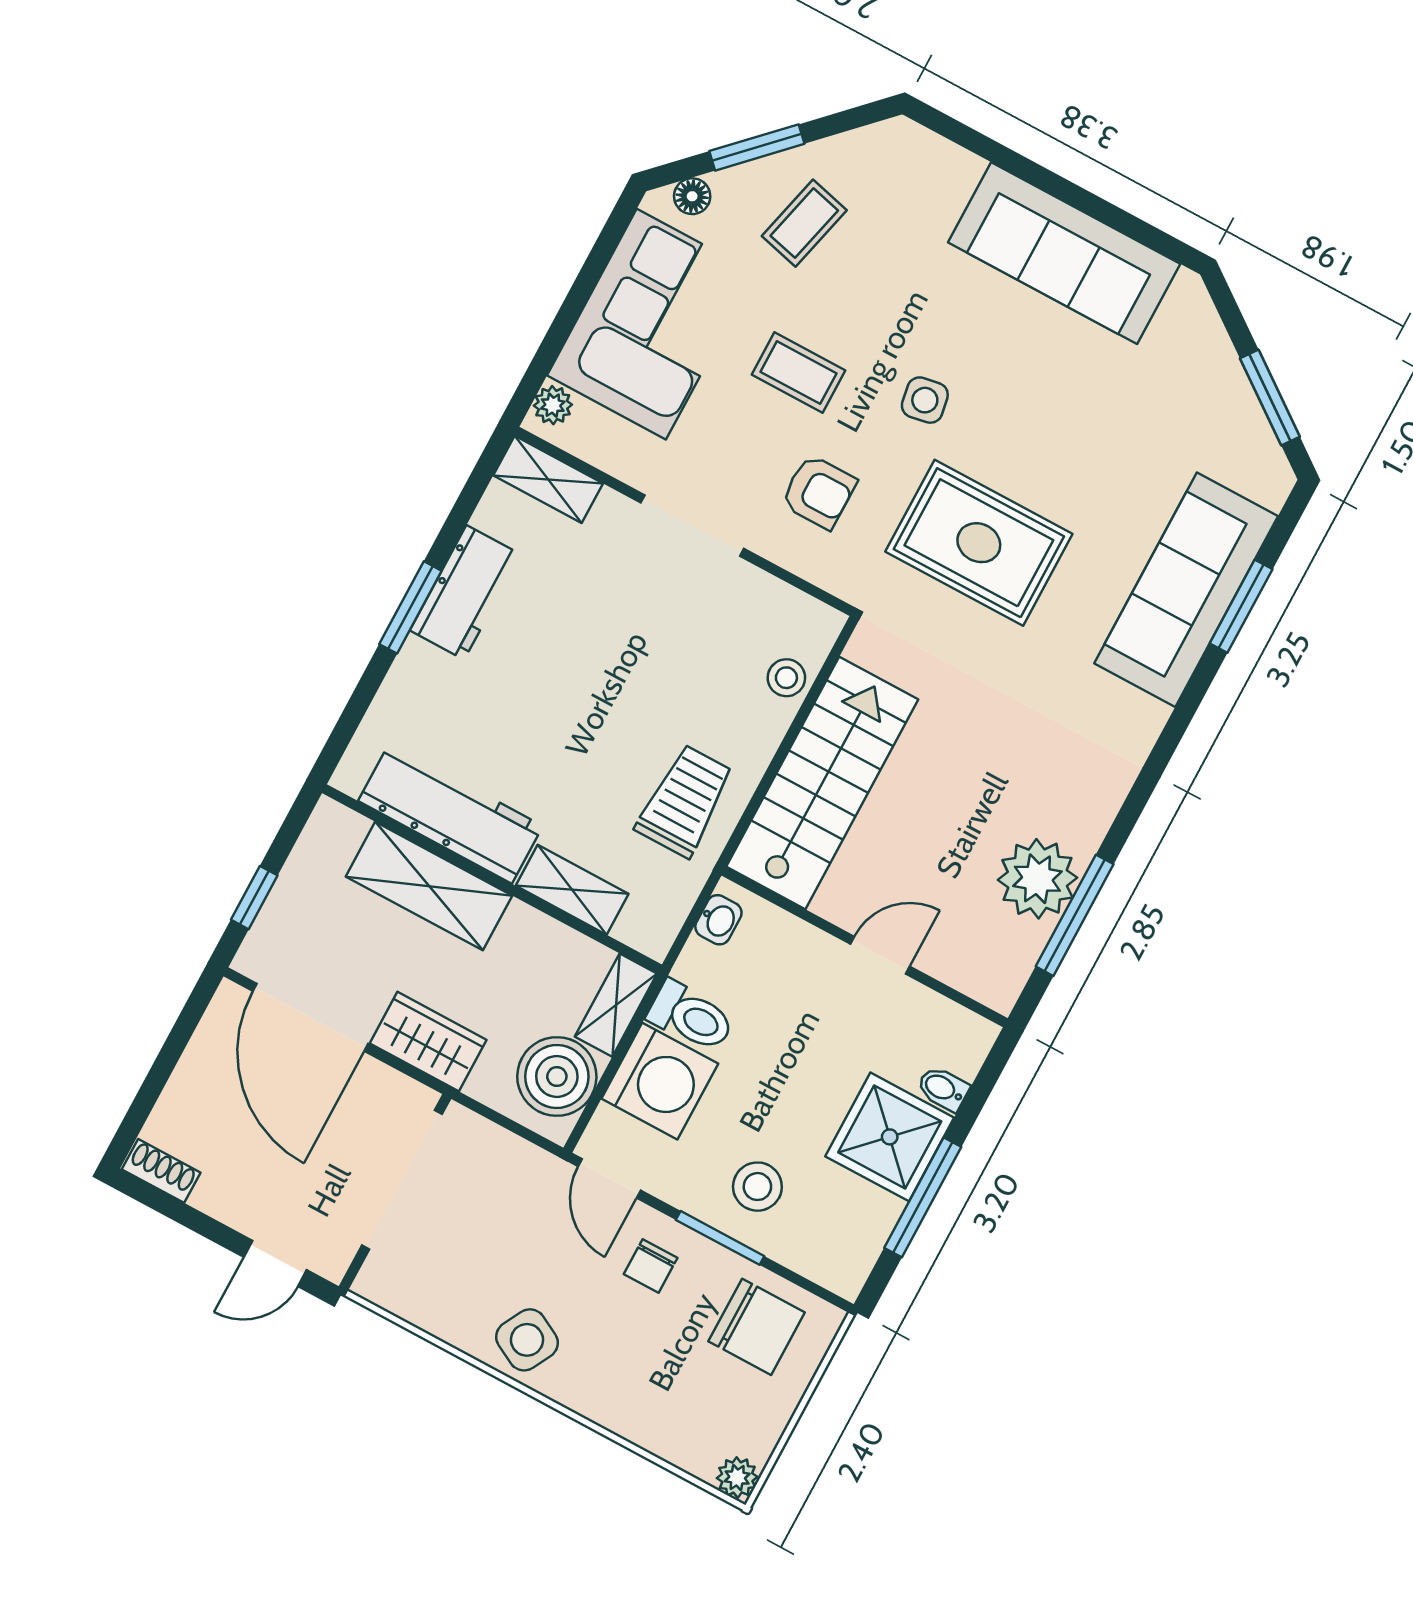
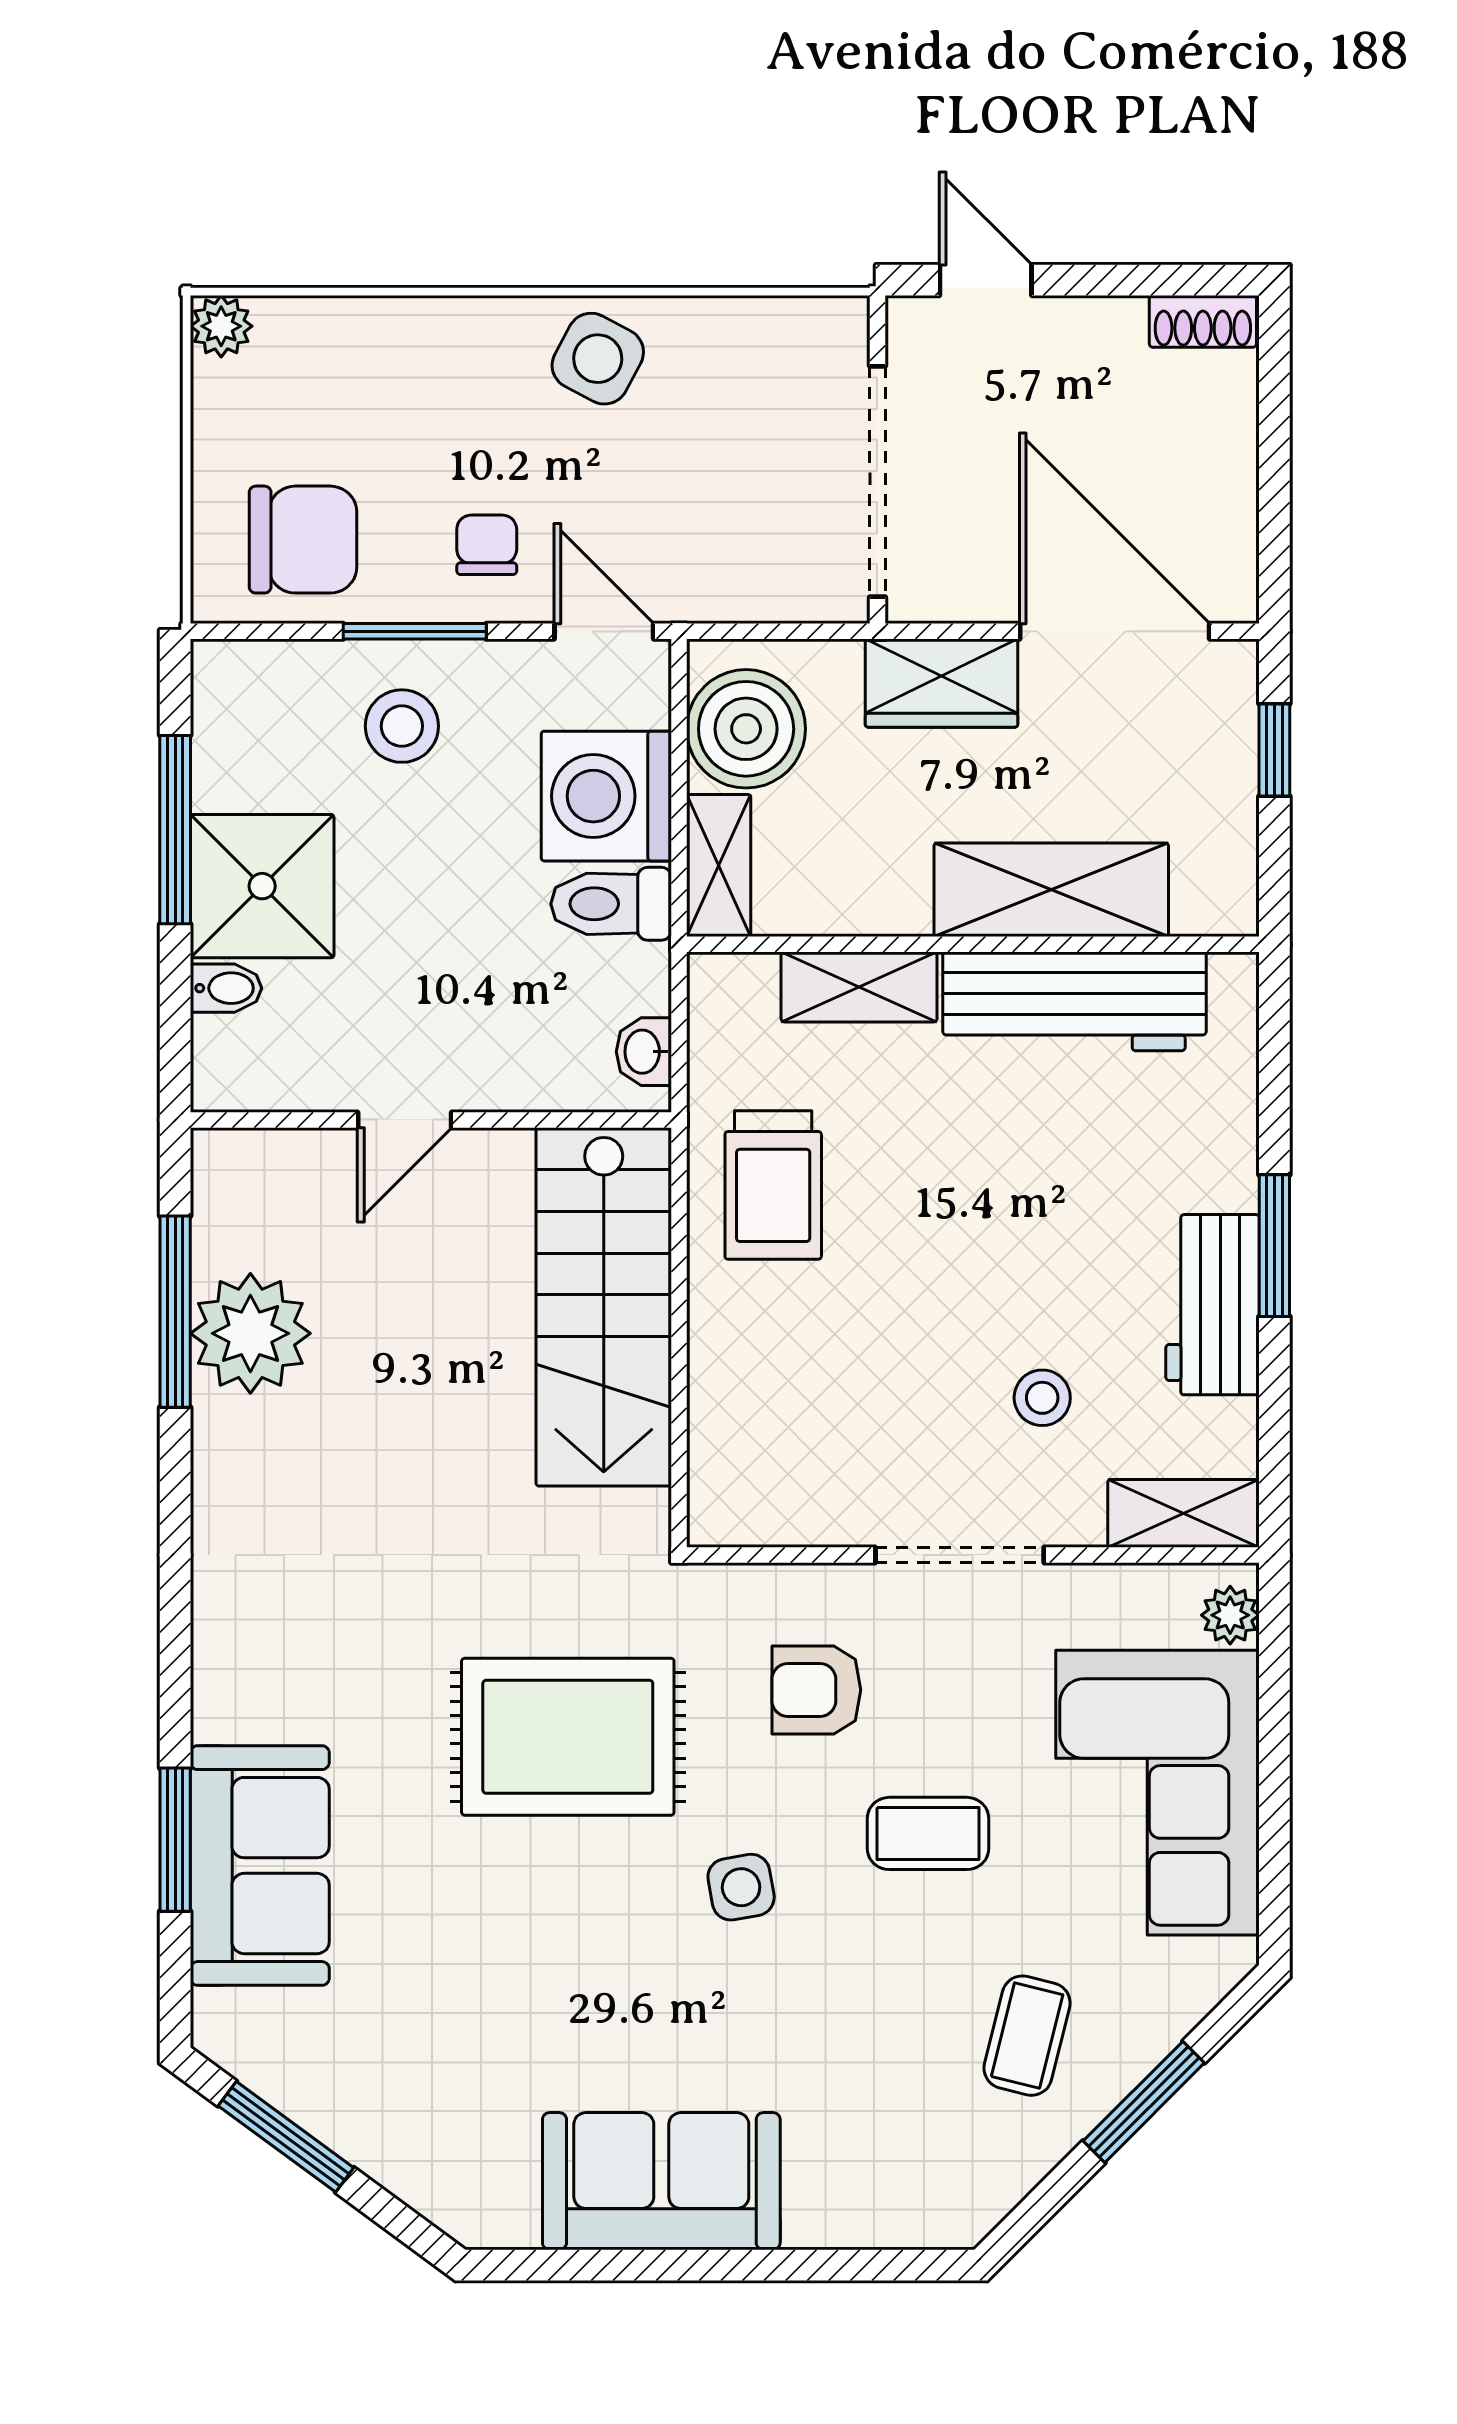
floor lamp: (692, 196) -> (1195, 1991), removed
sofa: (1064, 253) -> (661, 2181), width x0.73
sofa: (1186, 590) -> (260, 1866), width x0.73
stool: (786, 678) -> (1042, 1398), moved
door: (275, 1264) -> (986, 280), hinge flipped
chair: (757, 1327) -> (303, 540), turned 180

